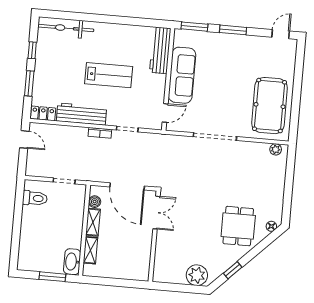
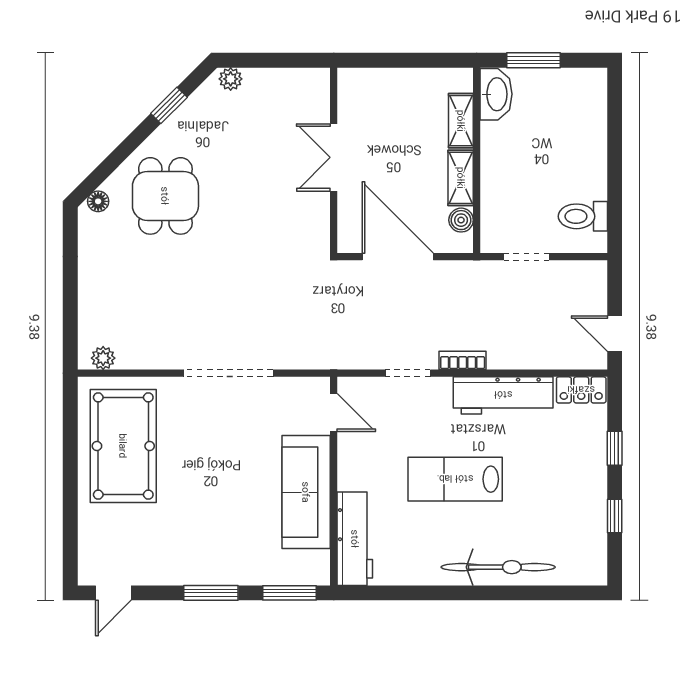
bicycle: (66, 28) -> (498, 567), moved
window: (29, 83) -> (615, 448), width x0.67
door: (165, 113) -> (334, 412), swing flipped
double door: (156, 213) -> (334, 157), moved
plant: (197, 275) -> (231, 79), width x0.53, depth x0.53

